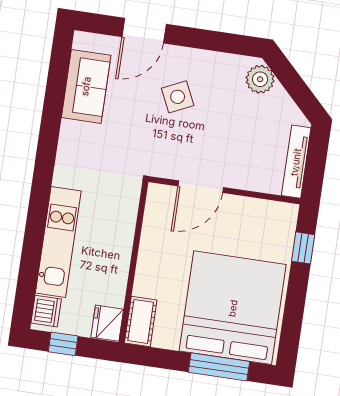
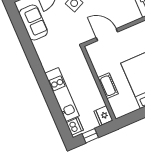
door: (201, 187) -> (107, 35), swing flipped
cot: (141, 321) -> (108, 86), moved

